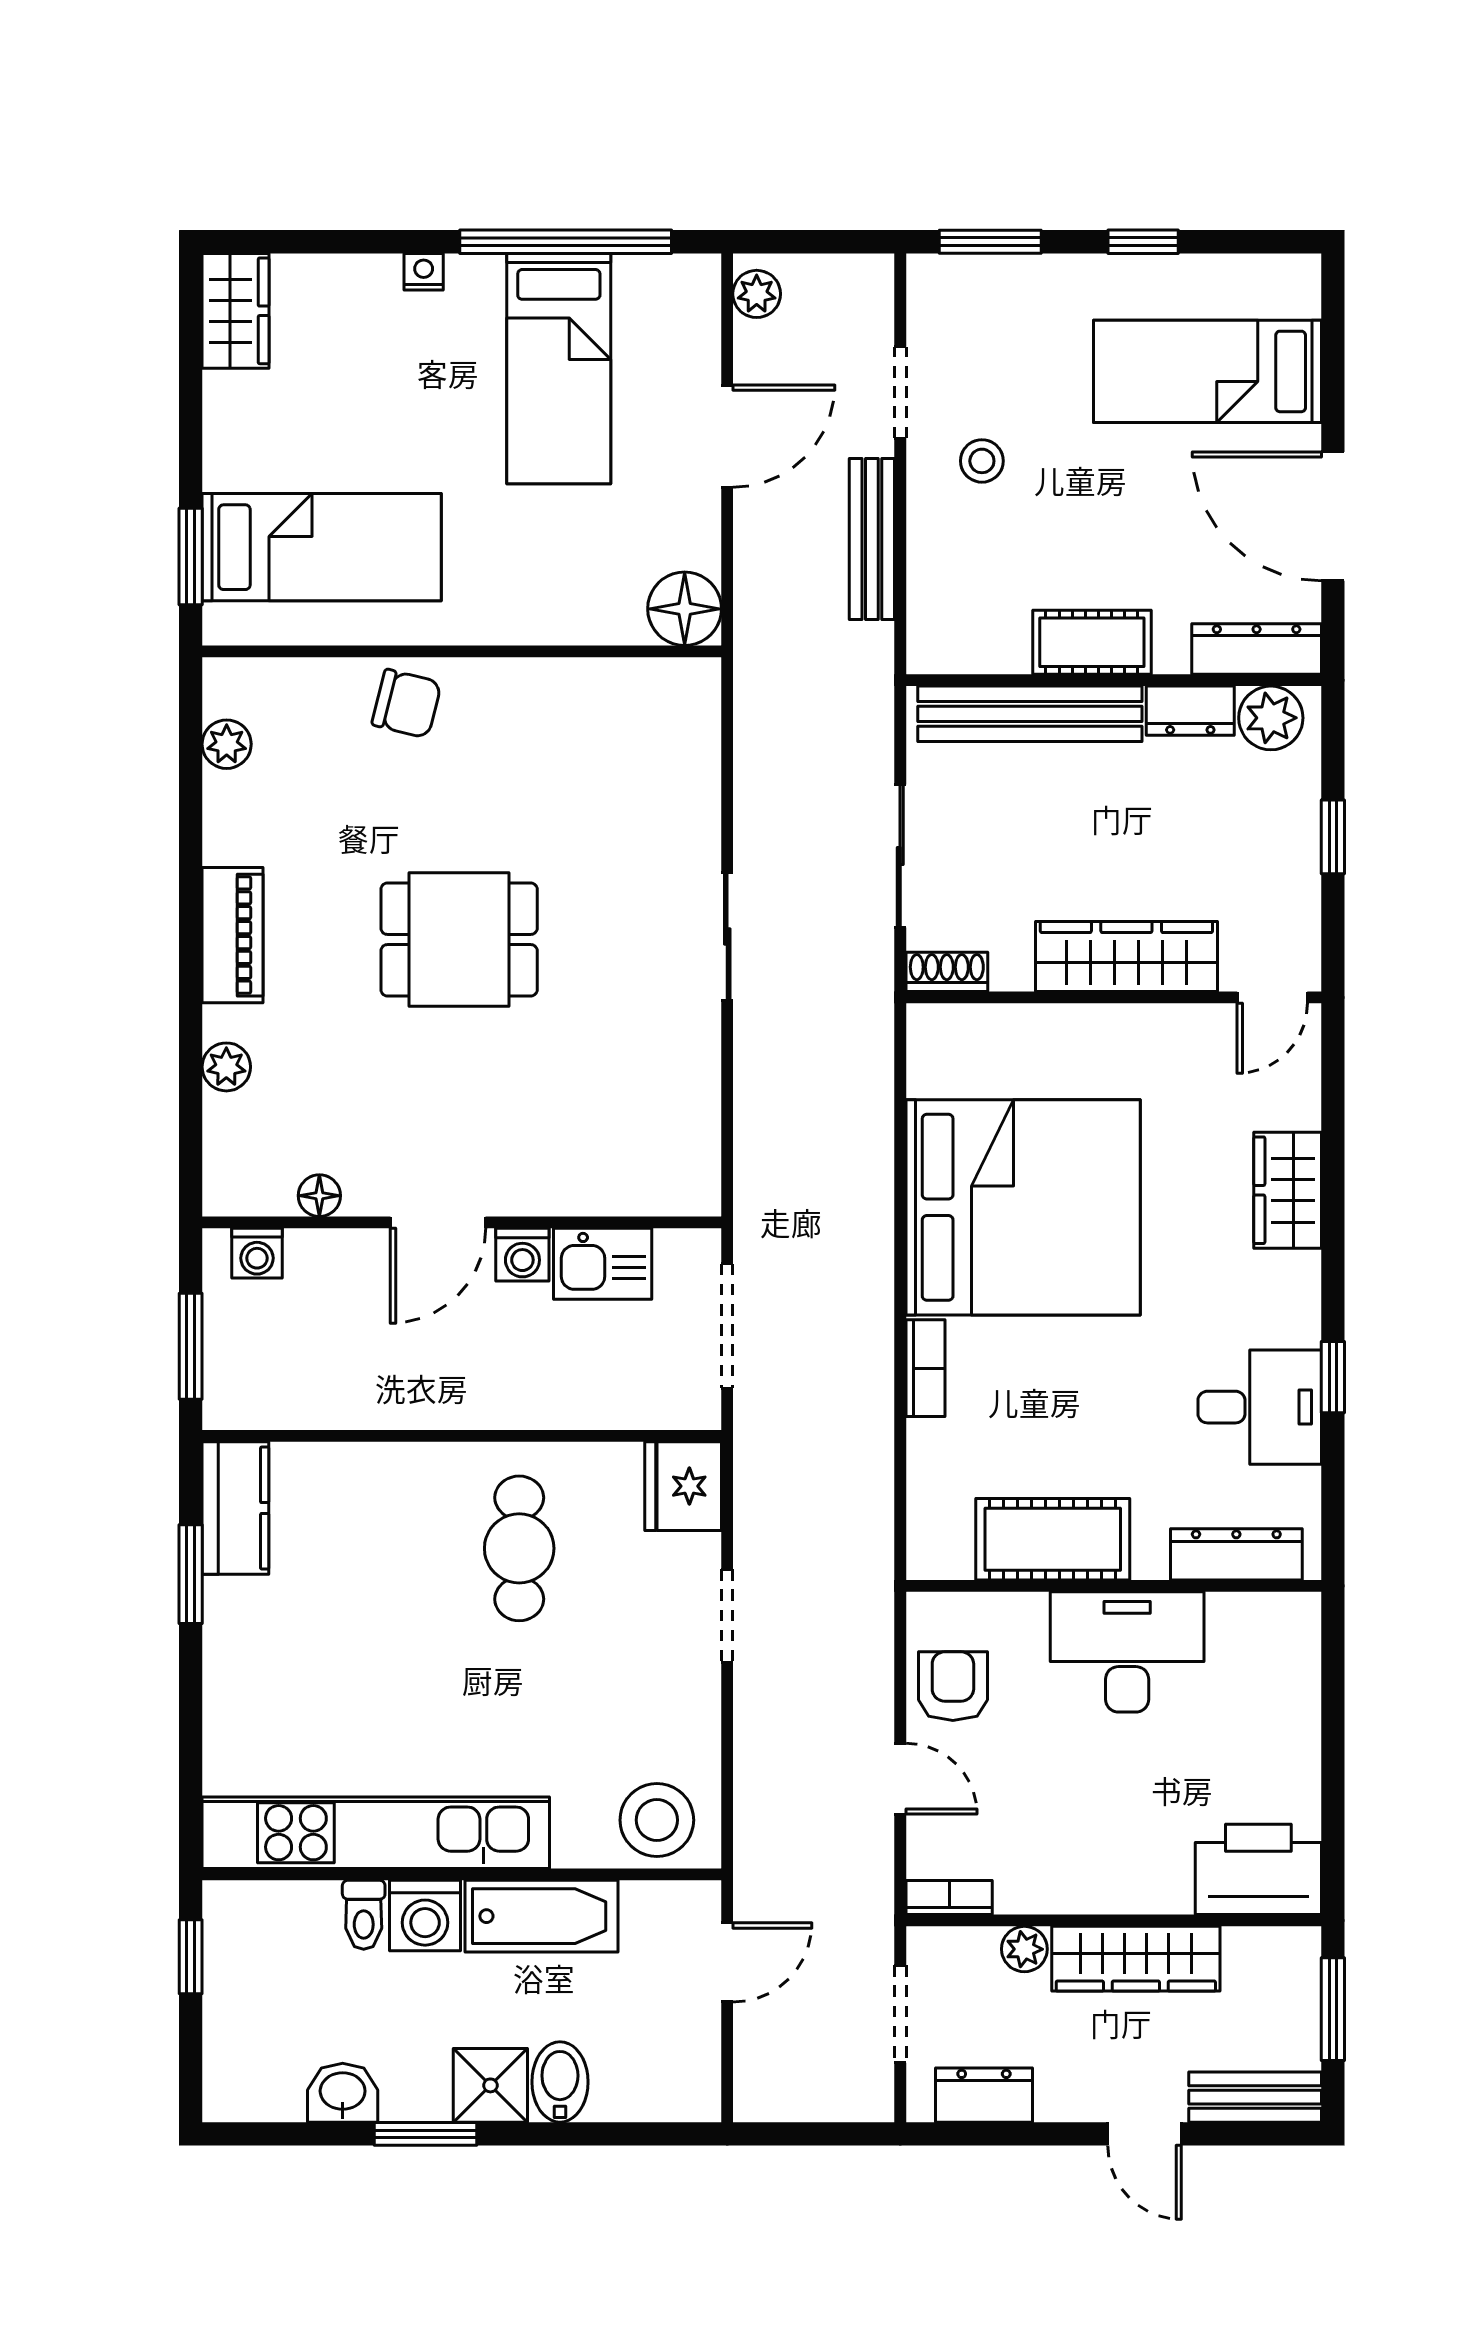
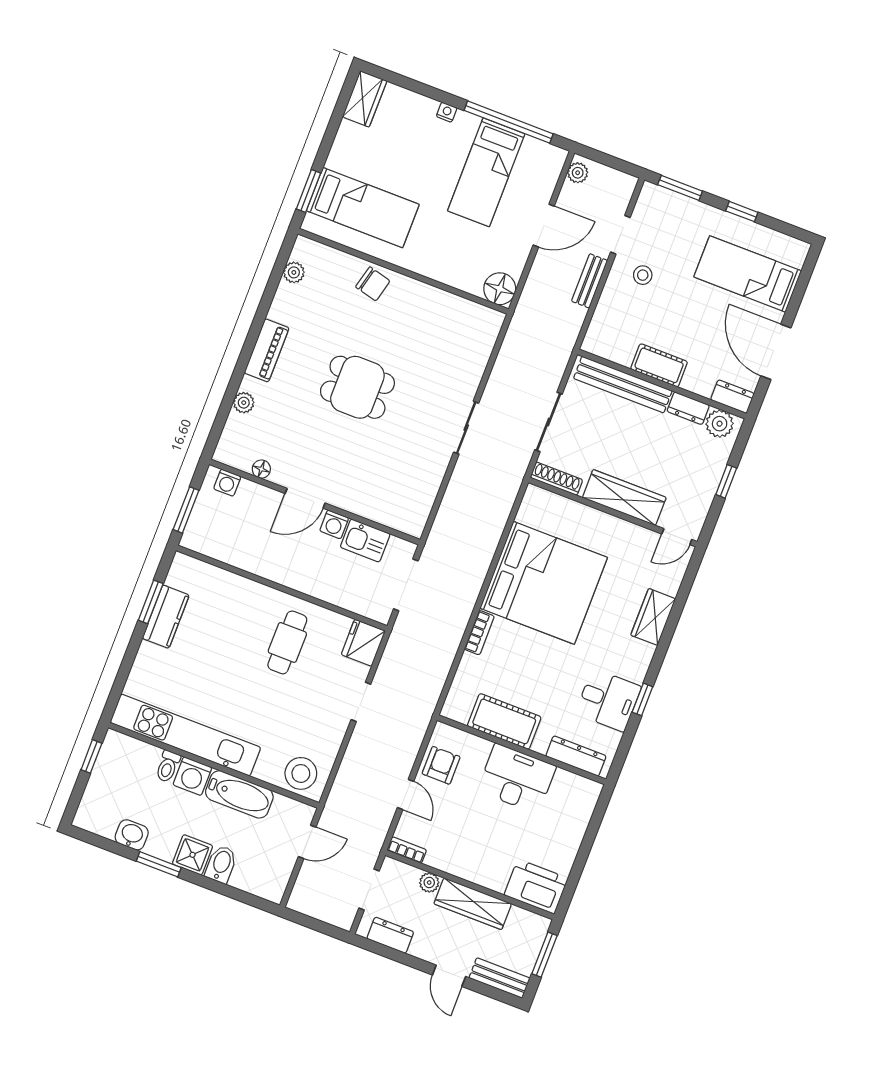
bench: (872, 539) -> (590, 281), width x0.73
dresser: (1257, 649) -> (732, 397), width x0.70
shoe rack: (947, 972) -> (556, 479), width x1.43
kitchen counter: (235, 1508) -> (166, 617), moved

